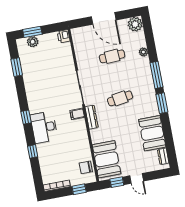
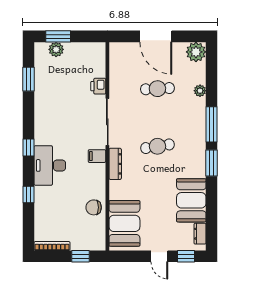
printer: (64, 36) -> (98, 86), moved
chair: (86, 167) -> (94, 207), moved
window: (117, 182) -> (186, 256), moved

